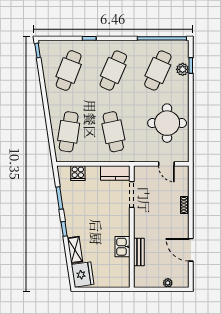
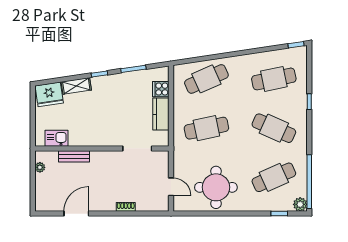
plant: (183, 69) -> (300, 204), moved
cafe table: (69, 70) -> (274, 79), turned -33
cafe table: (158, 70) -> (274, 177), turned -48
cafe table: (69, 132) -> (206, 79), turned -33
door: (166, 164) -> (171, 187), swing flipped
kitchen counter: (115, 173) -> (161, 114), moved
kitchen sink: (122, 247) -> (56, 138), moved
plant: (168, 283) -> (40, 167), moved

